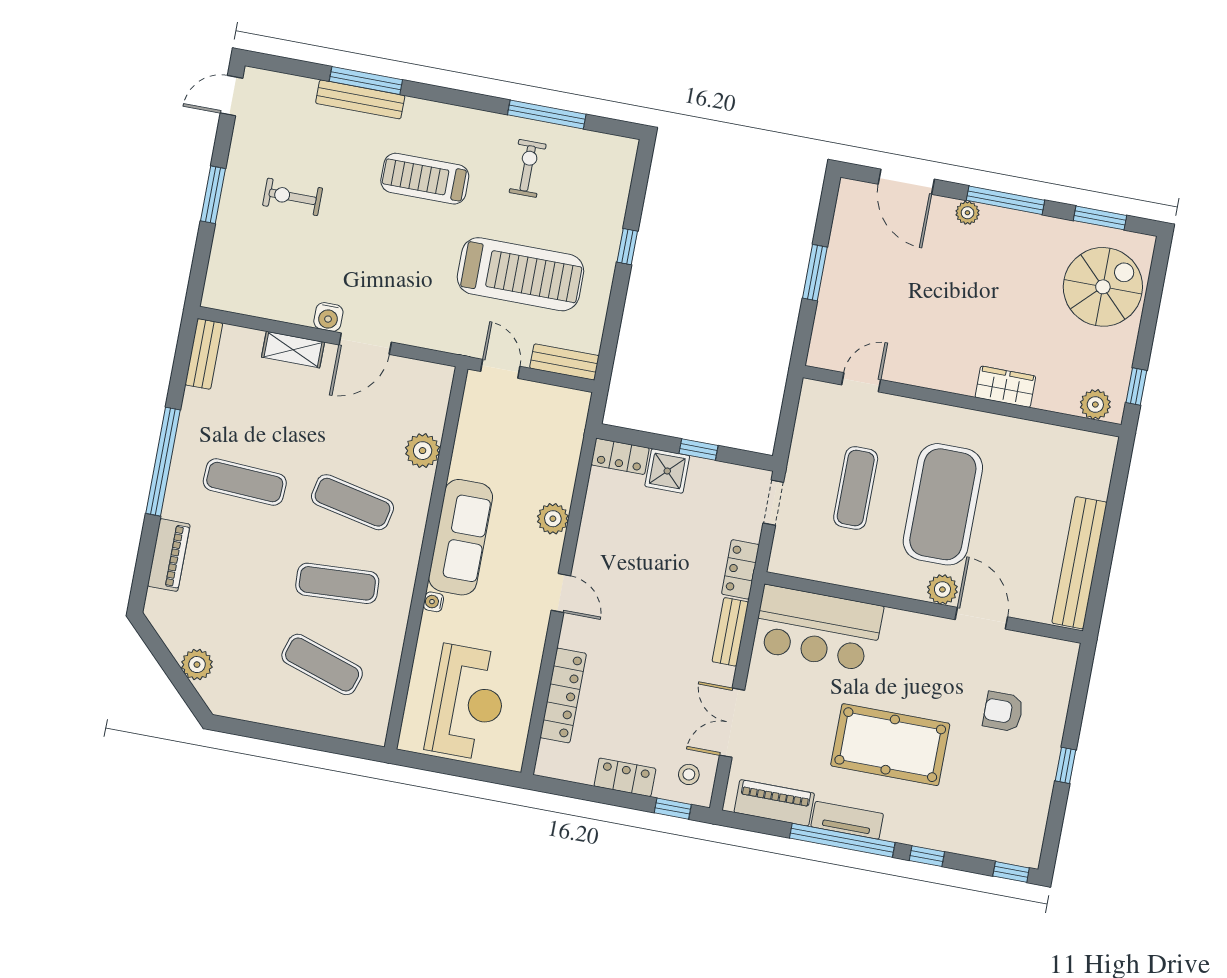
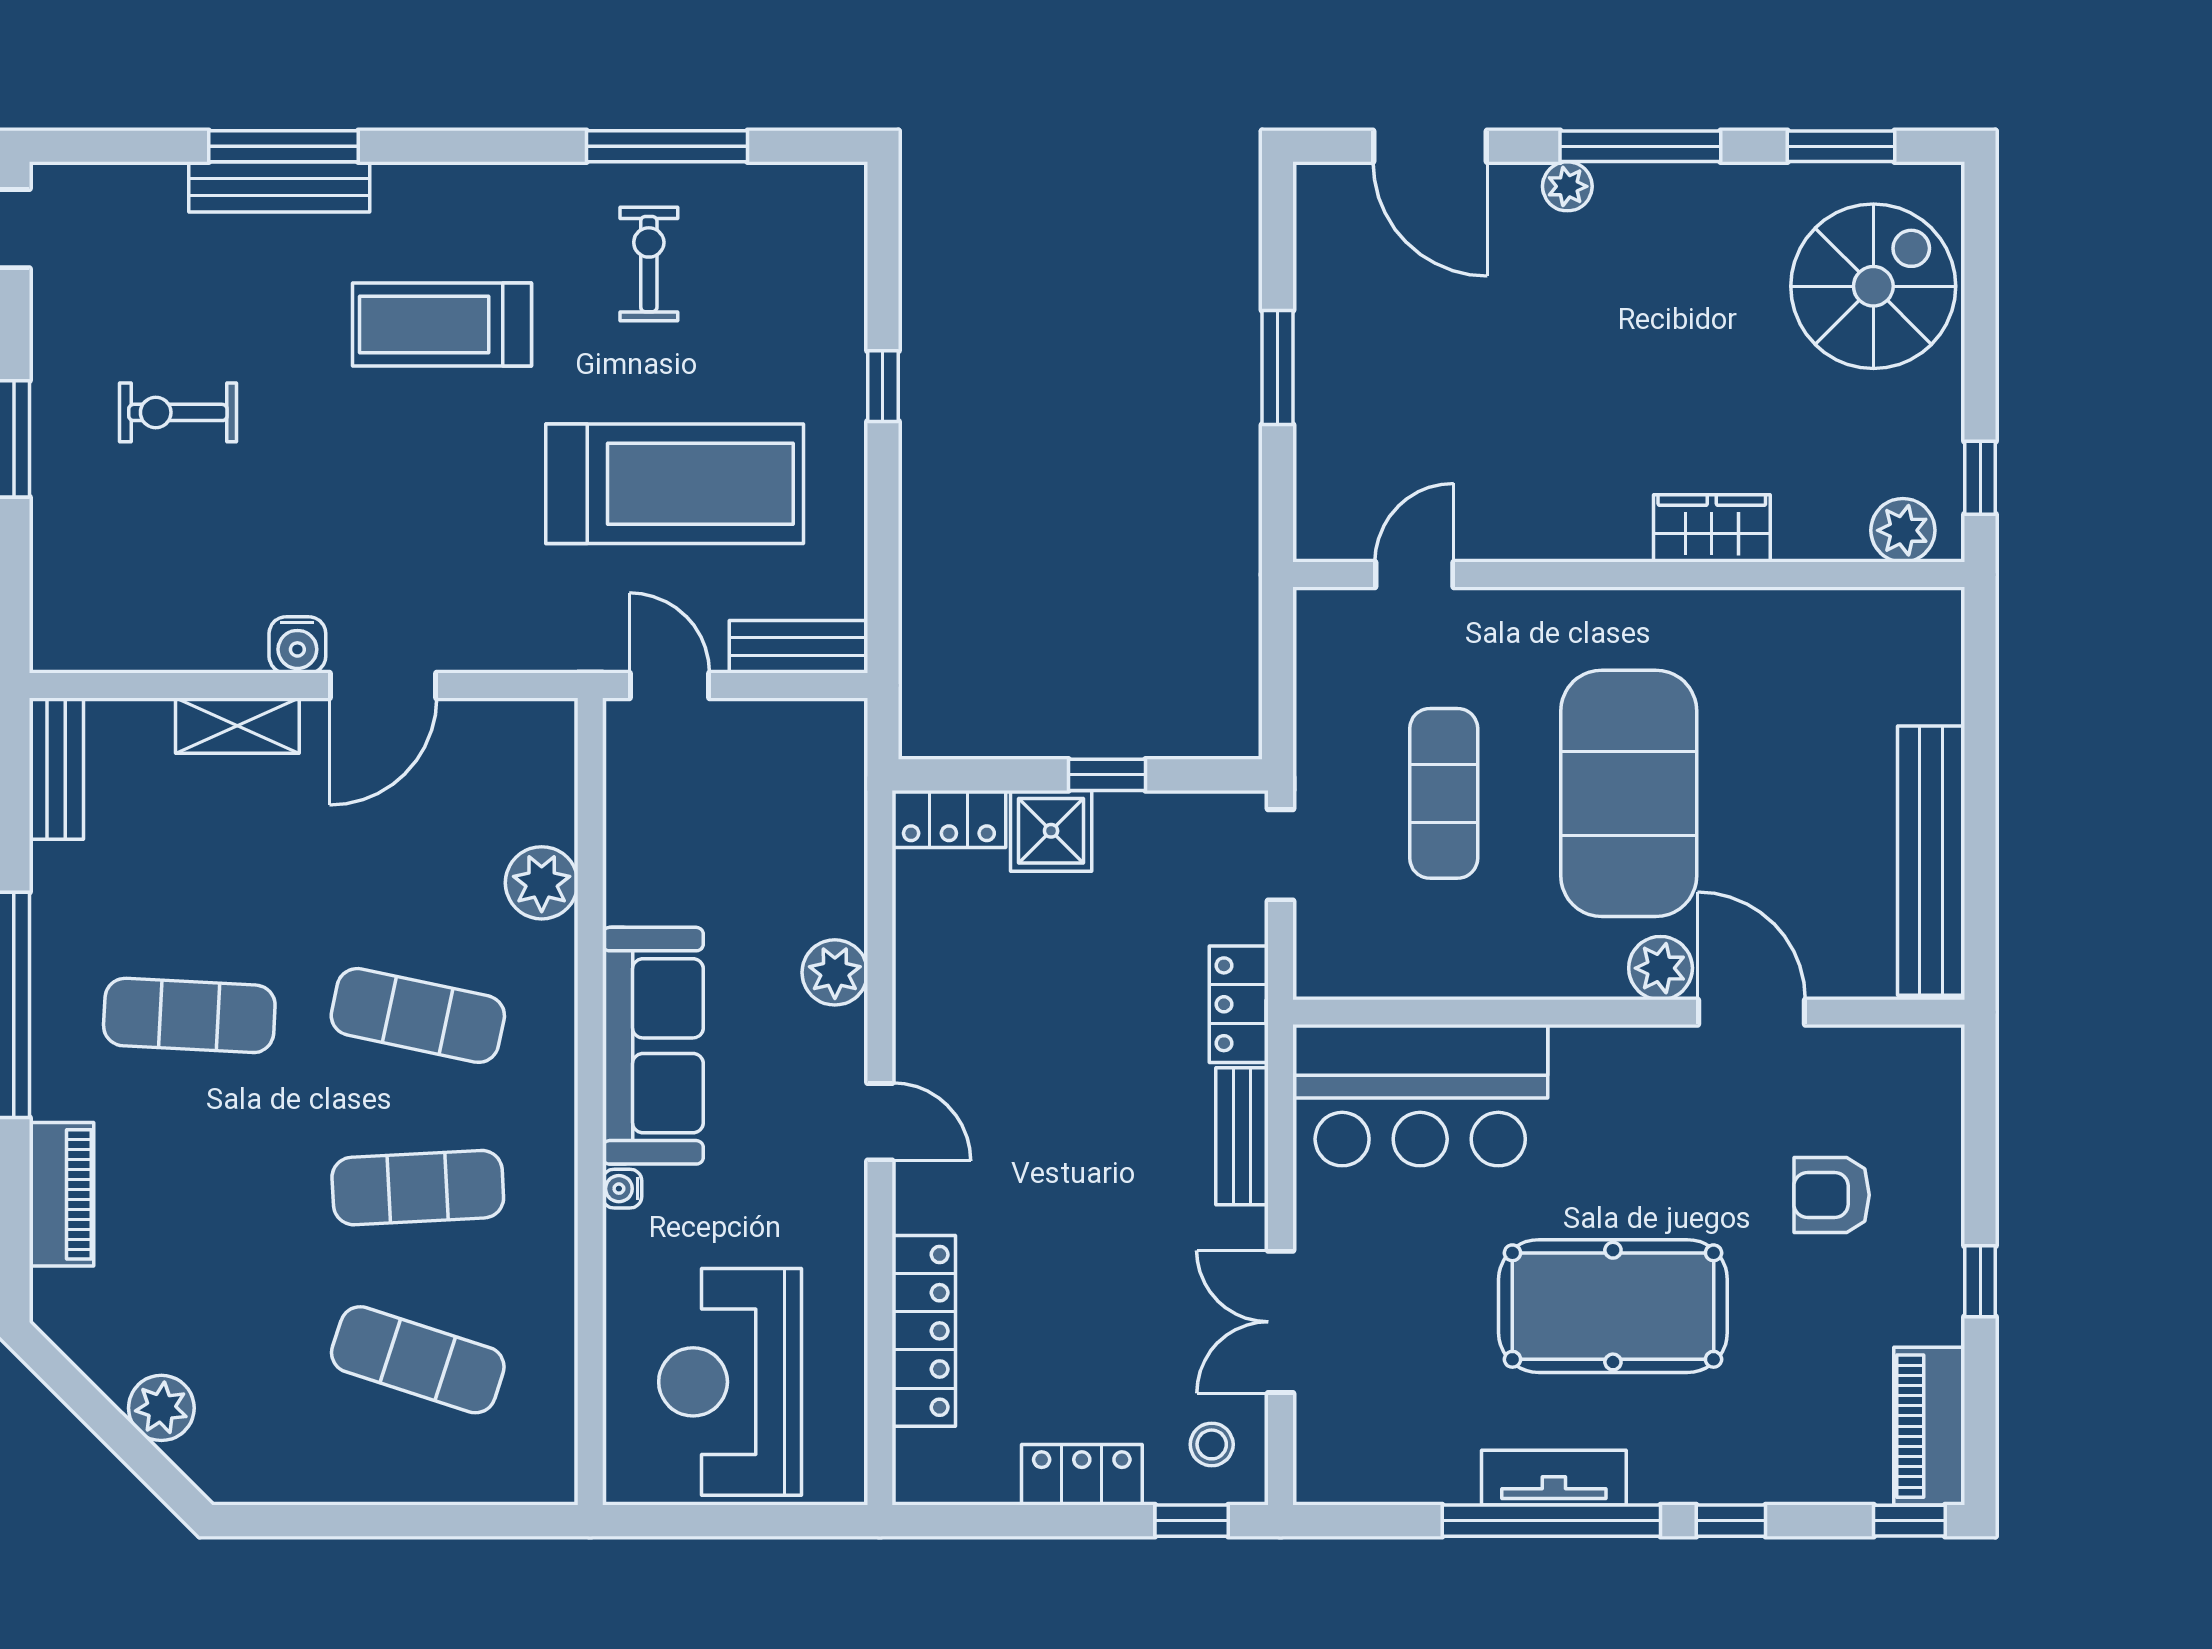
reception desk: (467, 702) -> (730, 1382), turned 180
piano: (774, 803) -> (1929, 1426), moved, turned -90

